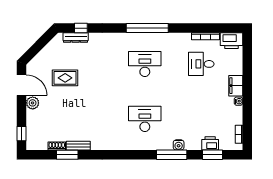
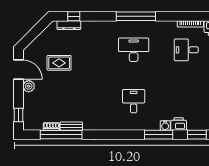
desk: (145, 119) -> (134, 101), width x0.73
printer: (210, 143) -> (179, 124), moved
window: (67, 155) -> (61, 135), width x2.11

